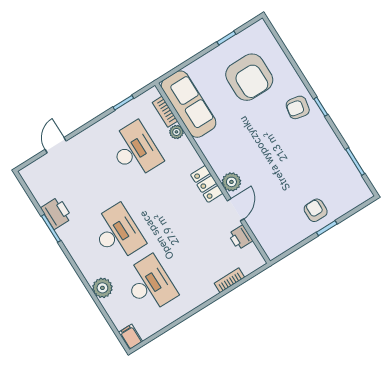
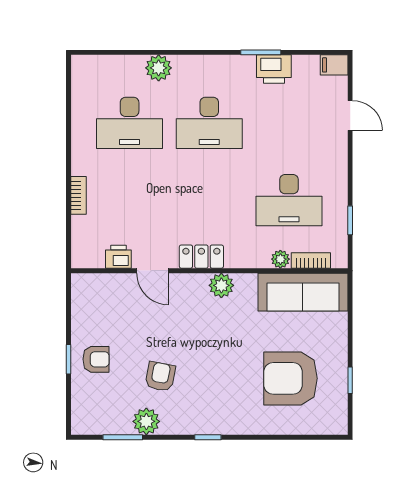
armchair: (298, 107) -> (160, 377), moved
plant: (335, 153) -> (146, 421), added
plant: (231, 182) -> (221, 285), moved
bookcase: (229, 280) -> (78, 195), moved
filing cabinet: (131, 337) -> (334, 65), moved, turned 180

